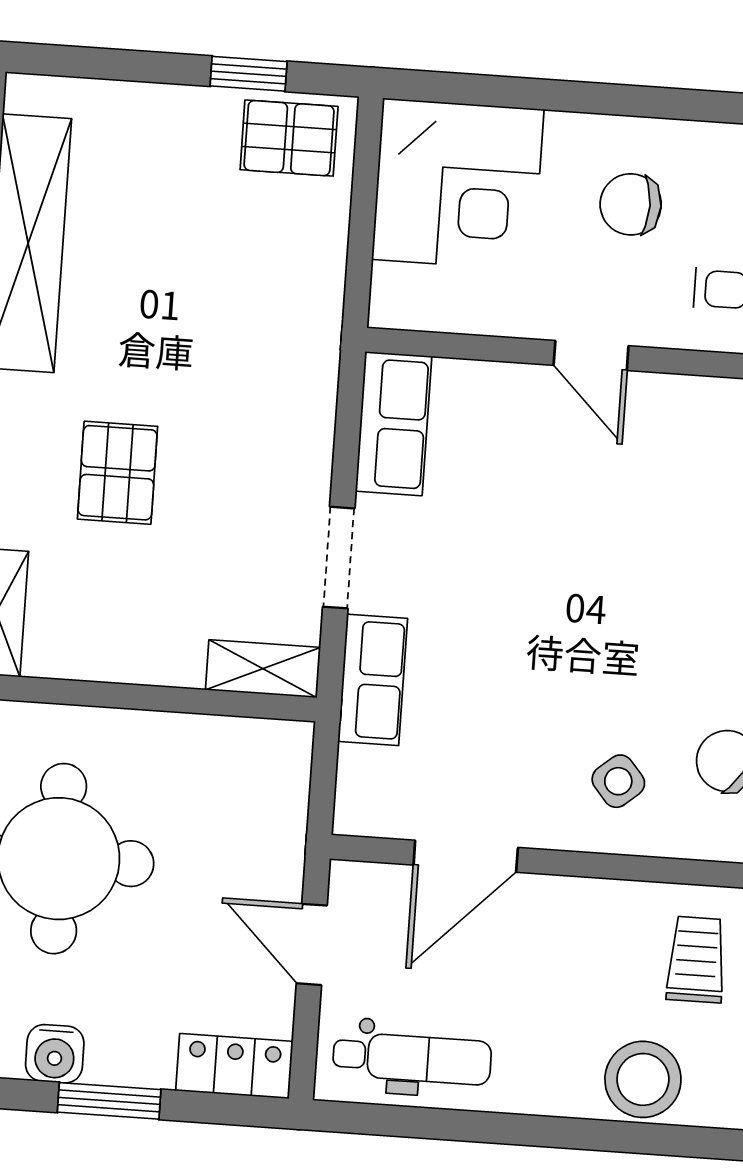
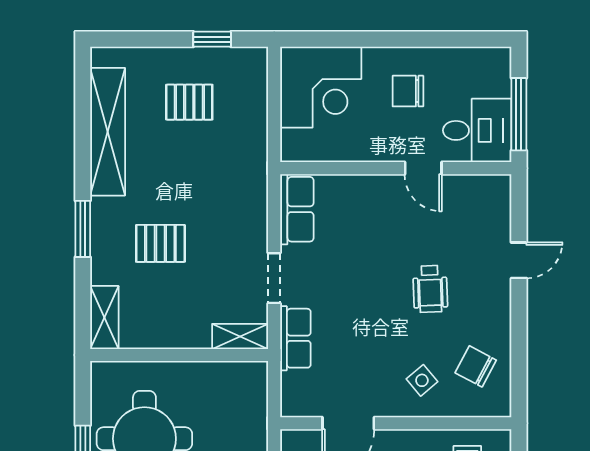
pallet: (289, 138) -> (189, 102), moved
door: (591, 356) -> (423, 168), moved
pallet: (118, 473) -> (160, 243), turned 90
wheelchair: (647, 601) -> (430, 289), added

